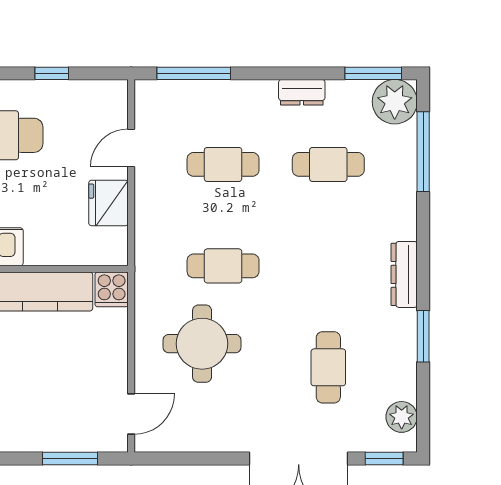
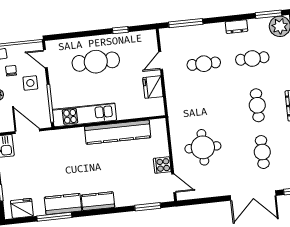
cafe table: (223, 266) -> (257, 105), moved, turned 90
cooker: (112, 289) -> (162, 165), moved, turned 90
door: (131, 414) -> (174, 183), hinge flipped

